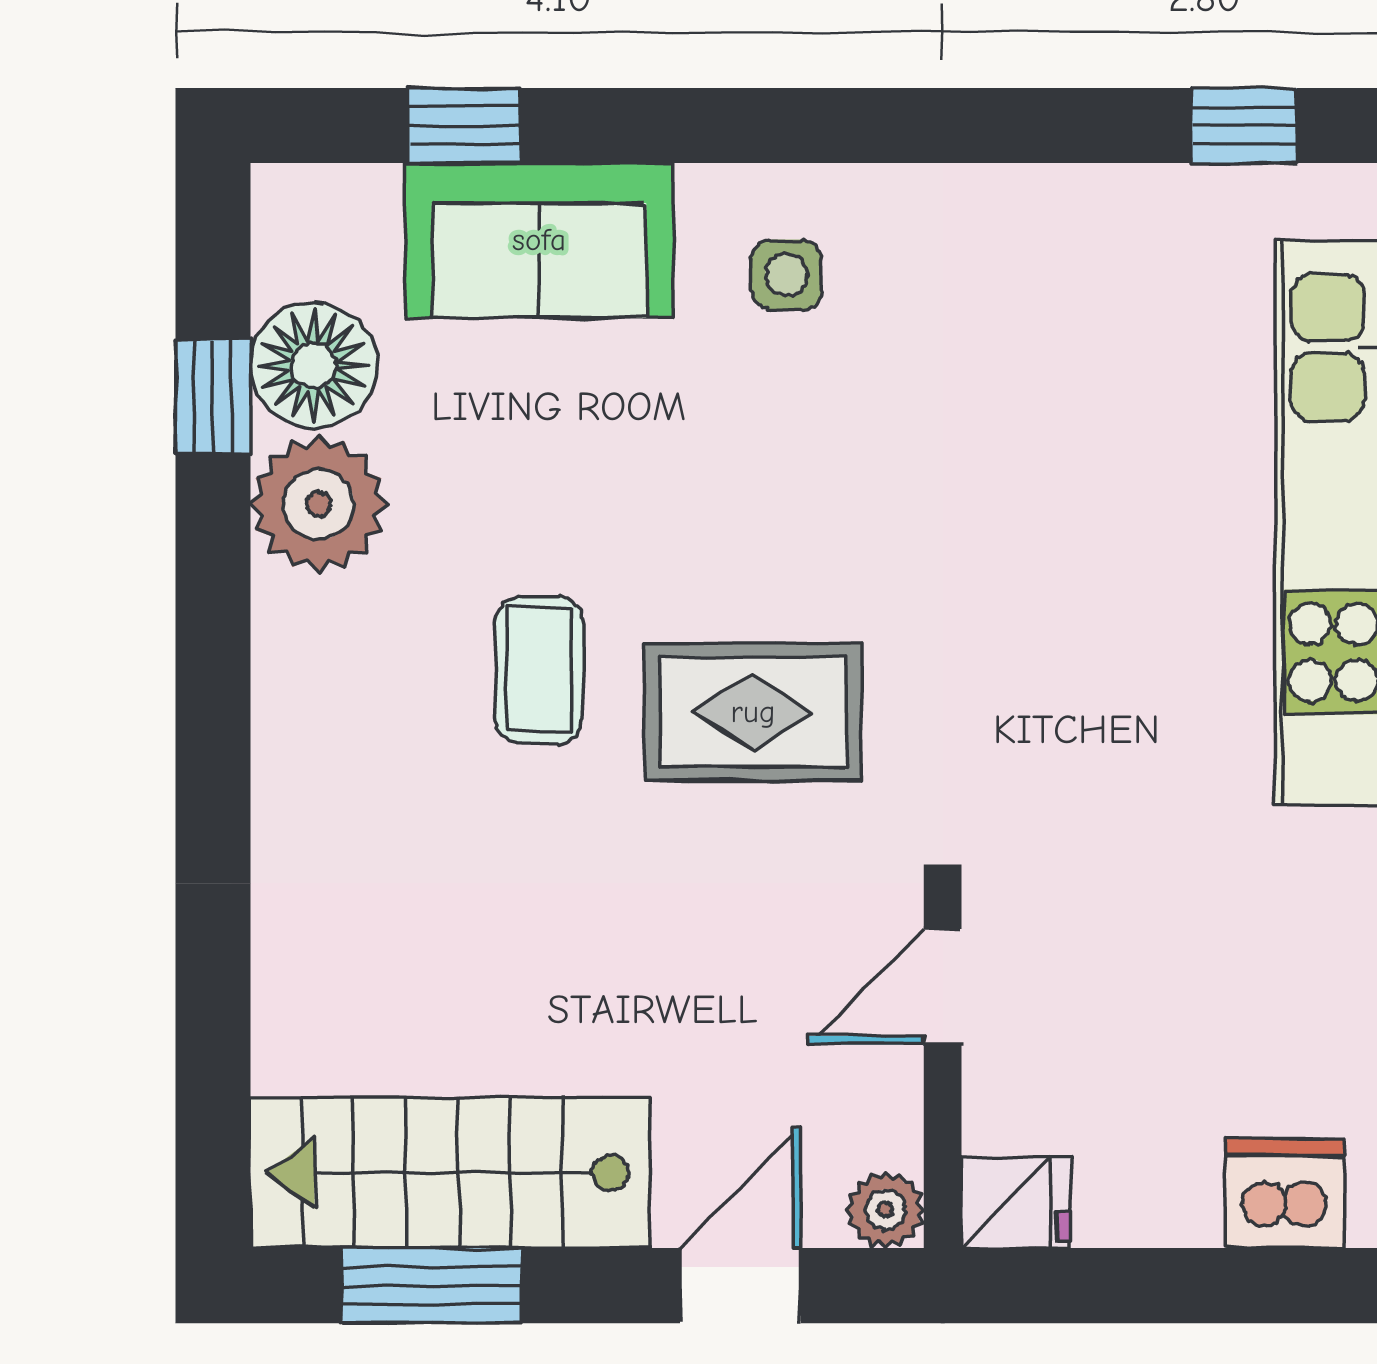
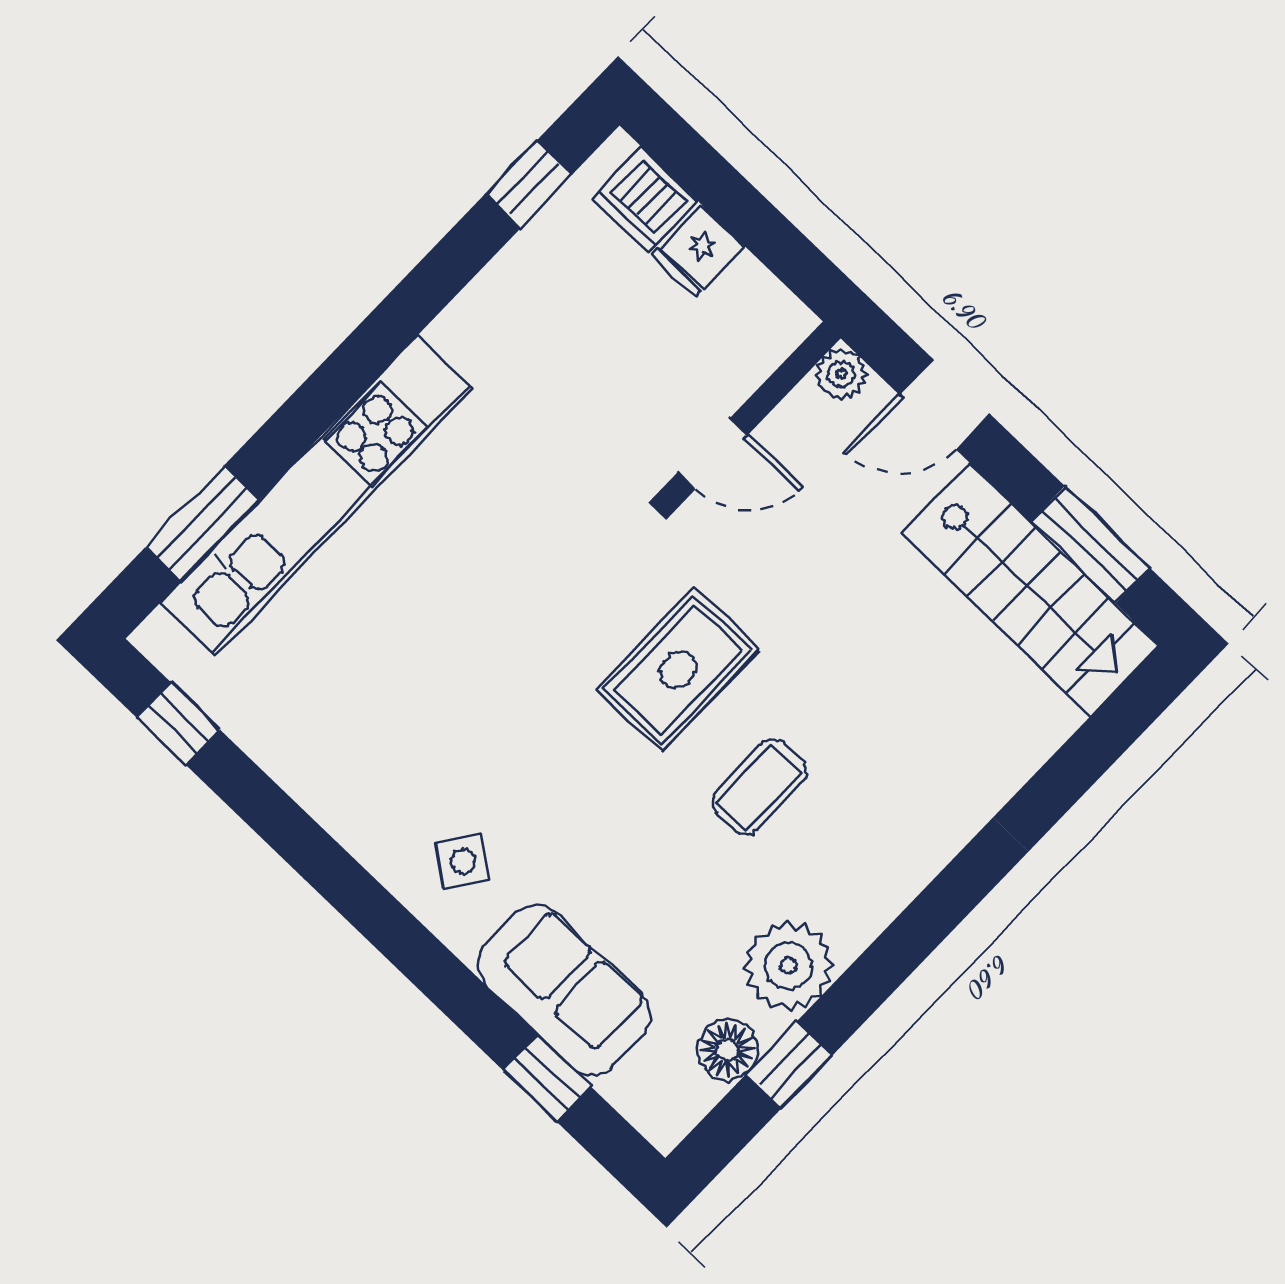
side table: (786, 275) -> (463, 861), turned 36
floor lamp: (314, 365) -> (728, 1050), width x0.73, depth x0.73
rug: (753, 712) -> (678, 670), turned 90
fridge: (1016, 1203) -> (698, 251), moved, turned -90

